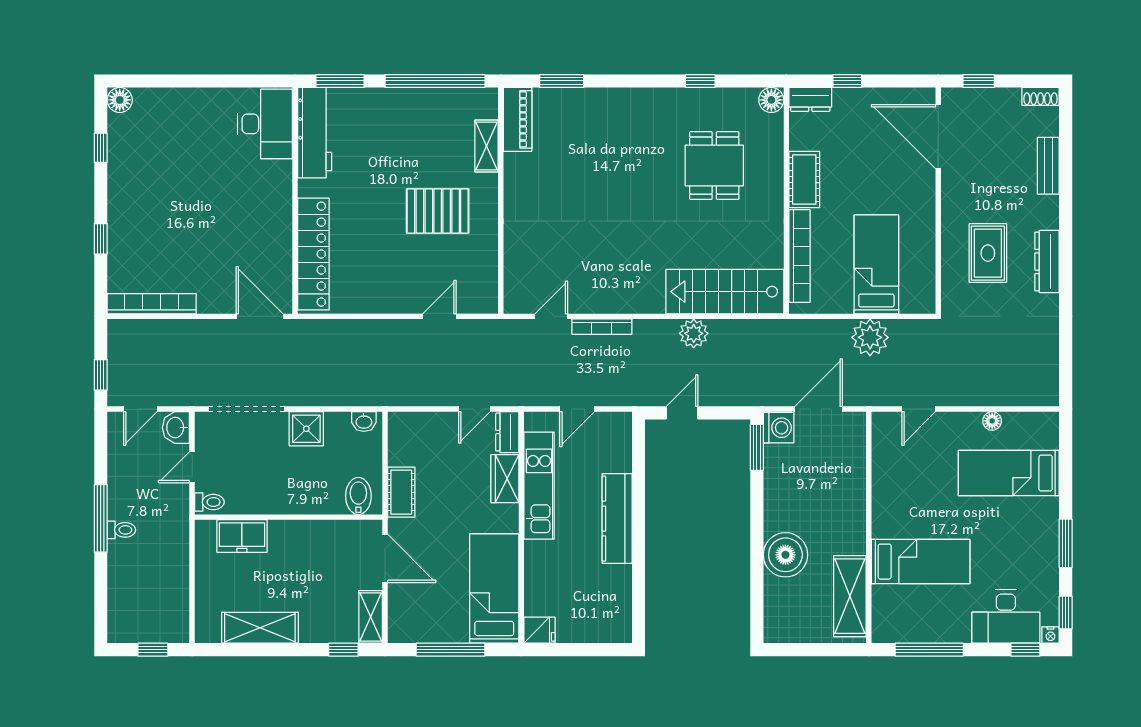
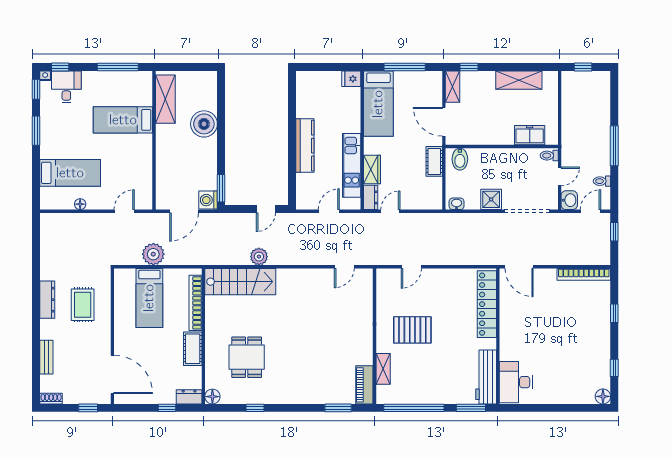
bookcase: (602, 327) -> (314, 261), removed
toilet: (121, 530) -> (602, 181), moved
desk: (1006, 617) -> (66, 87), width x0.73

